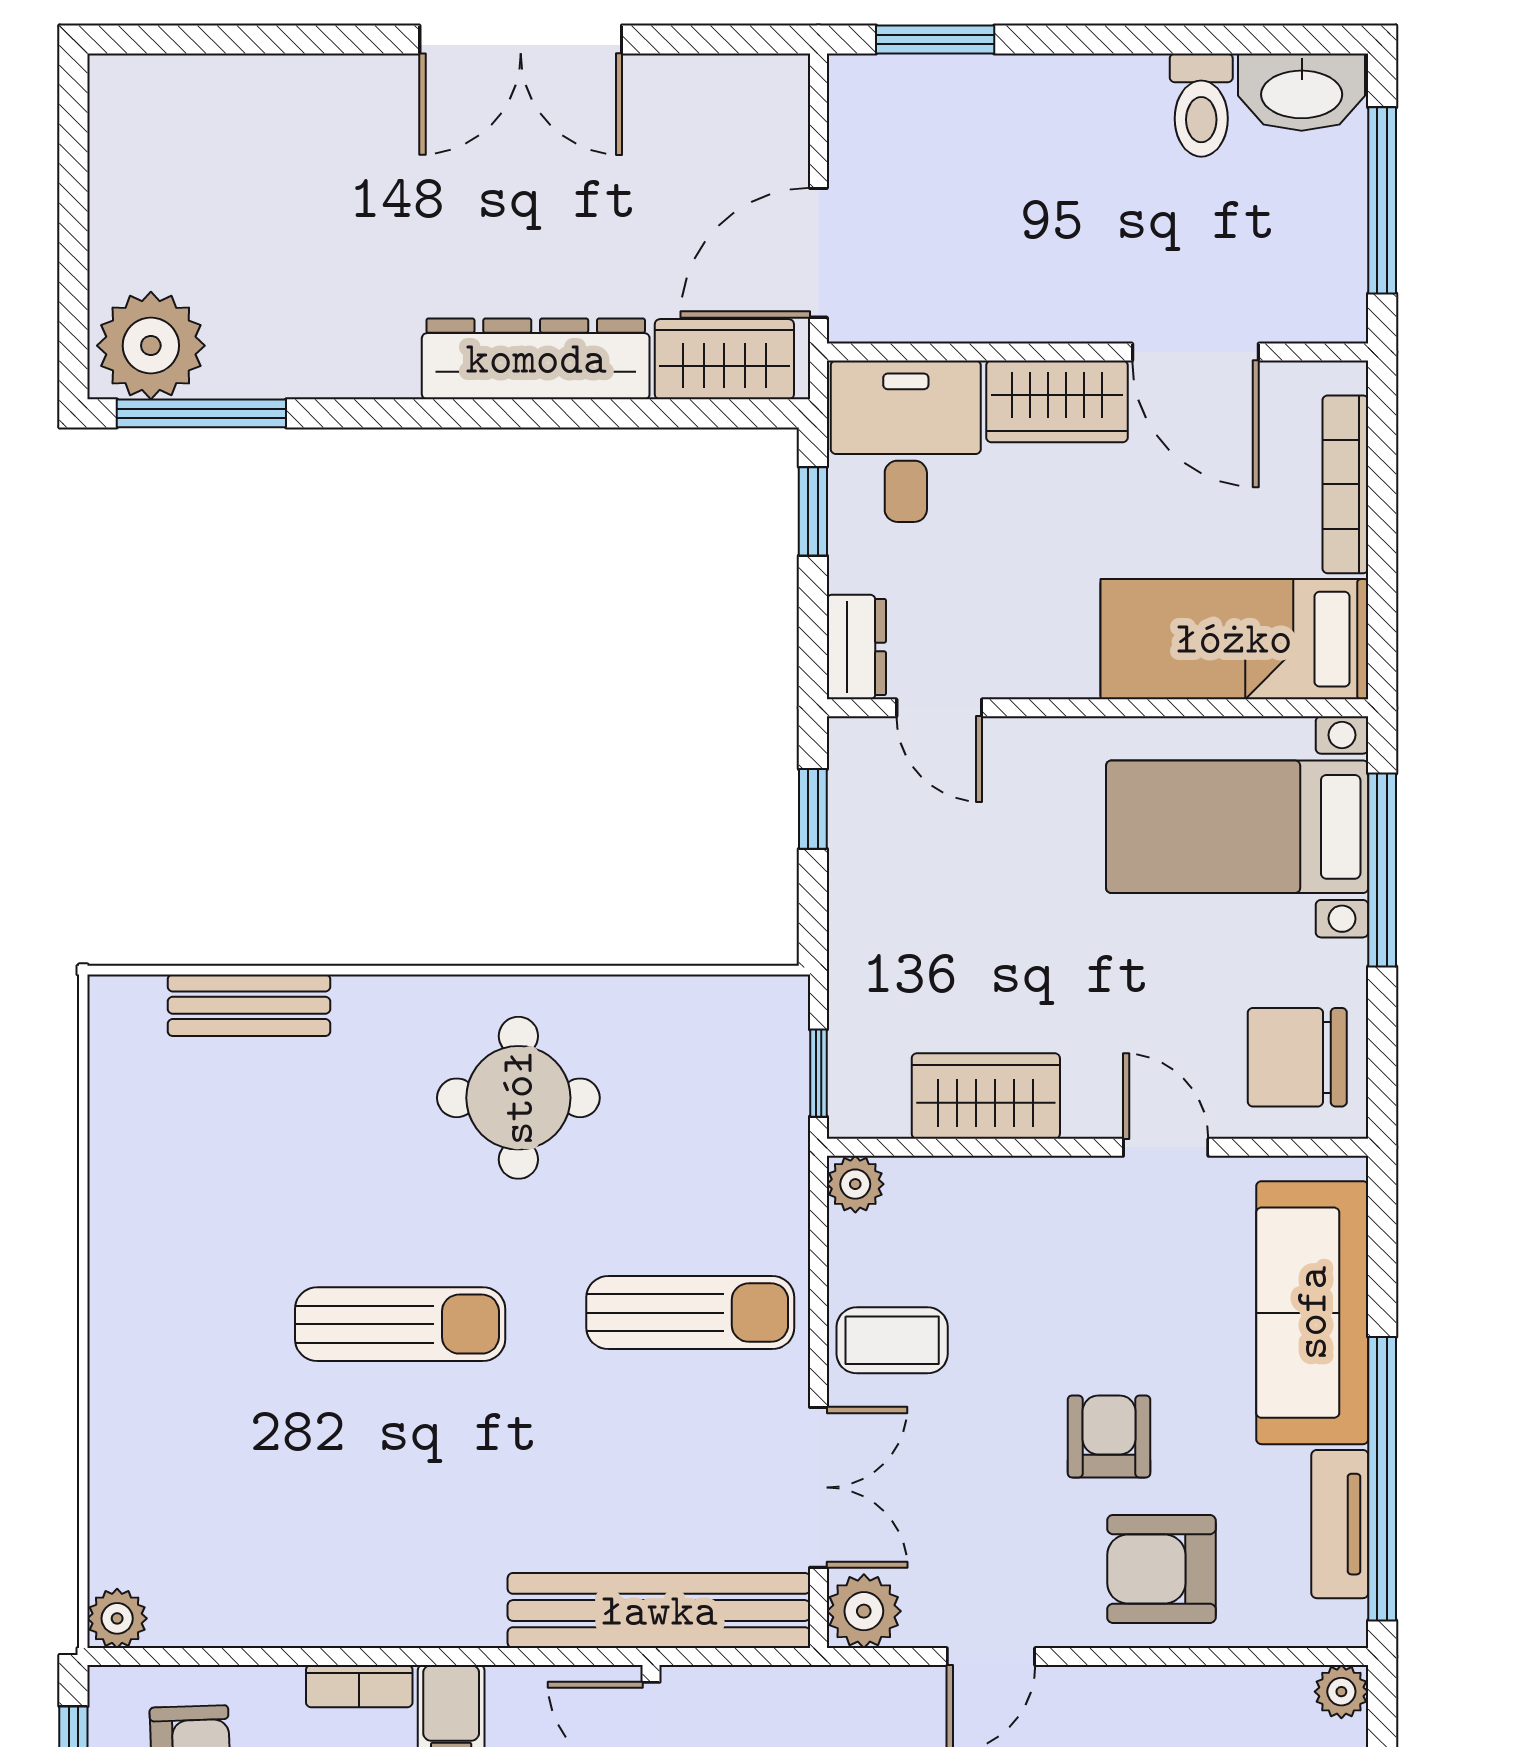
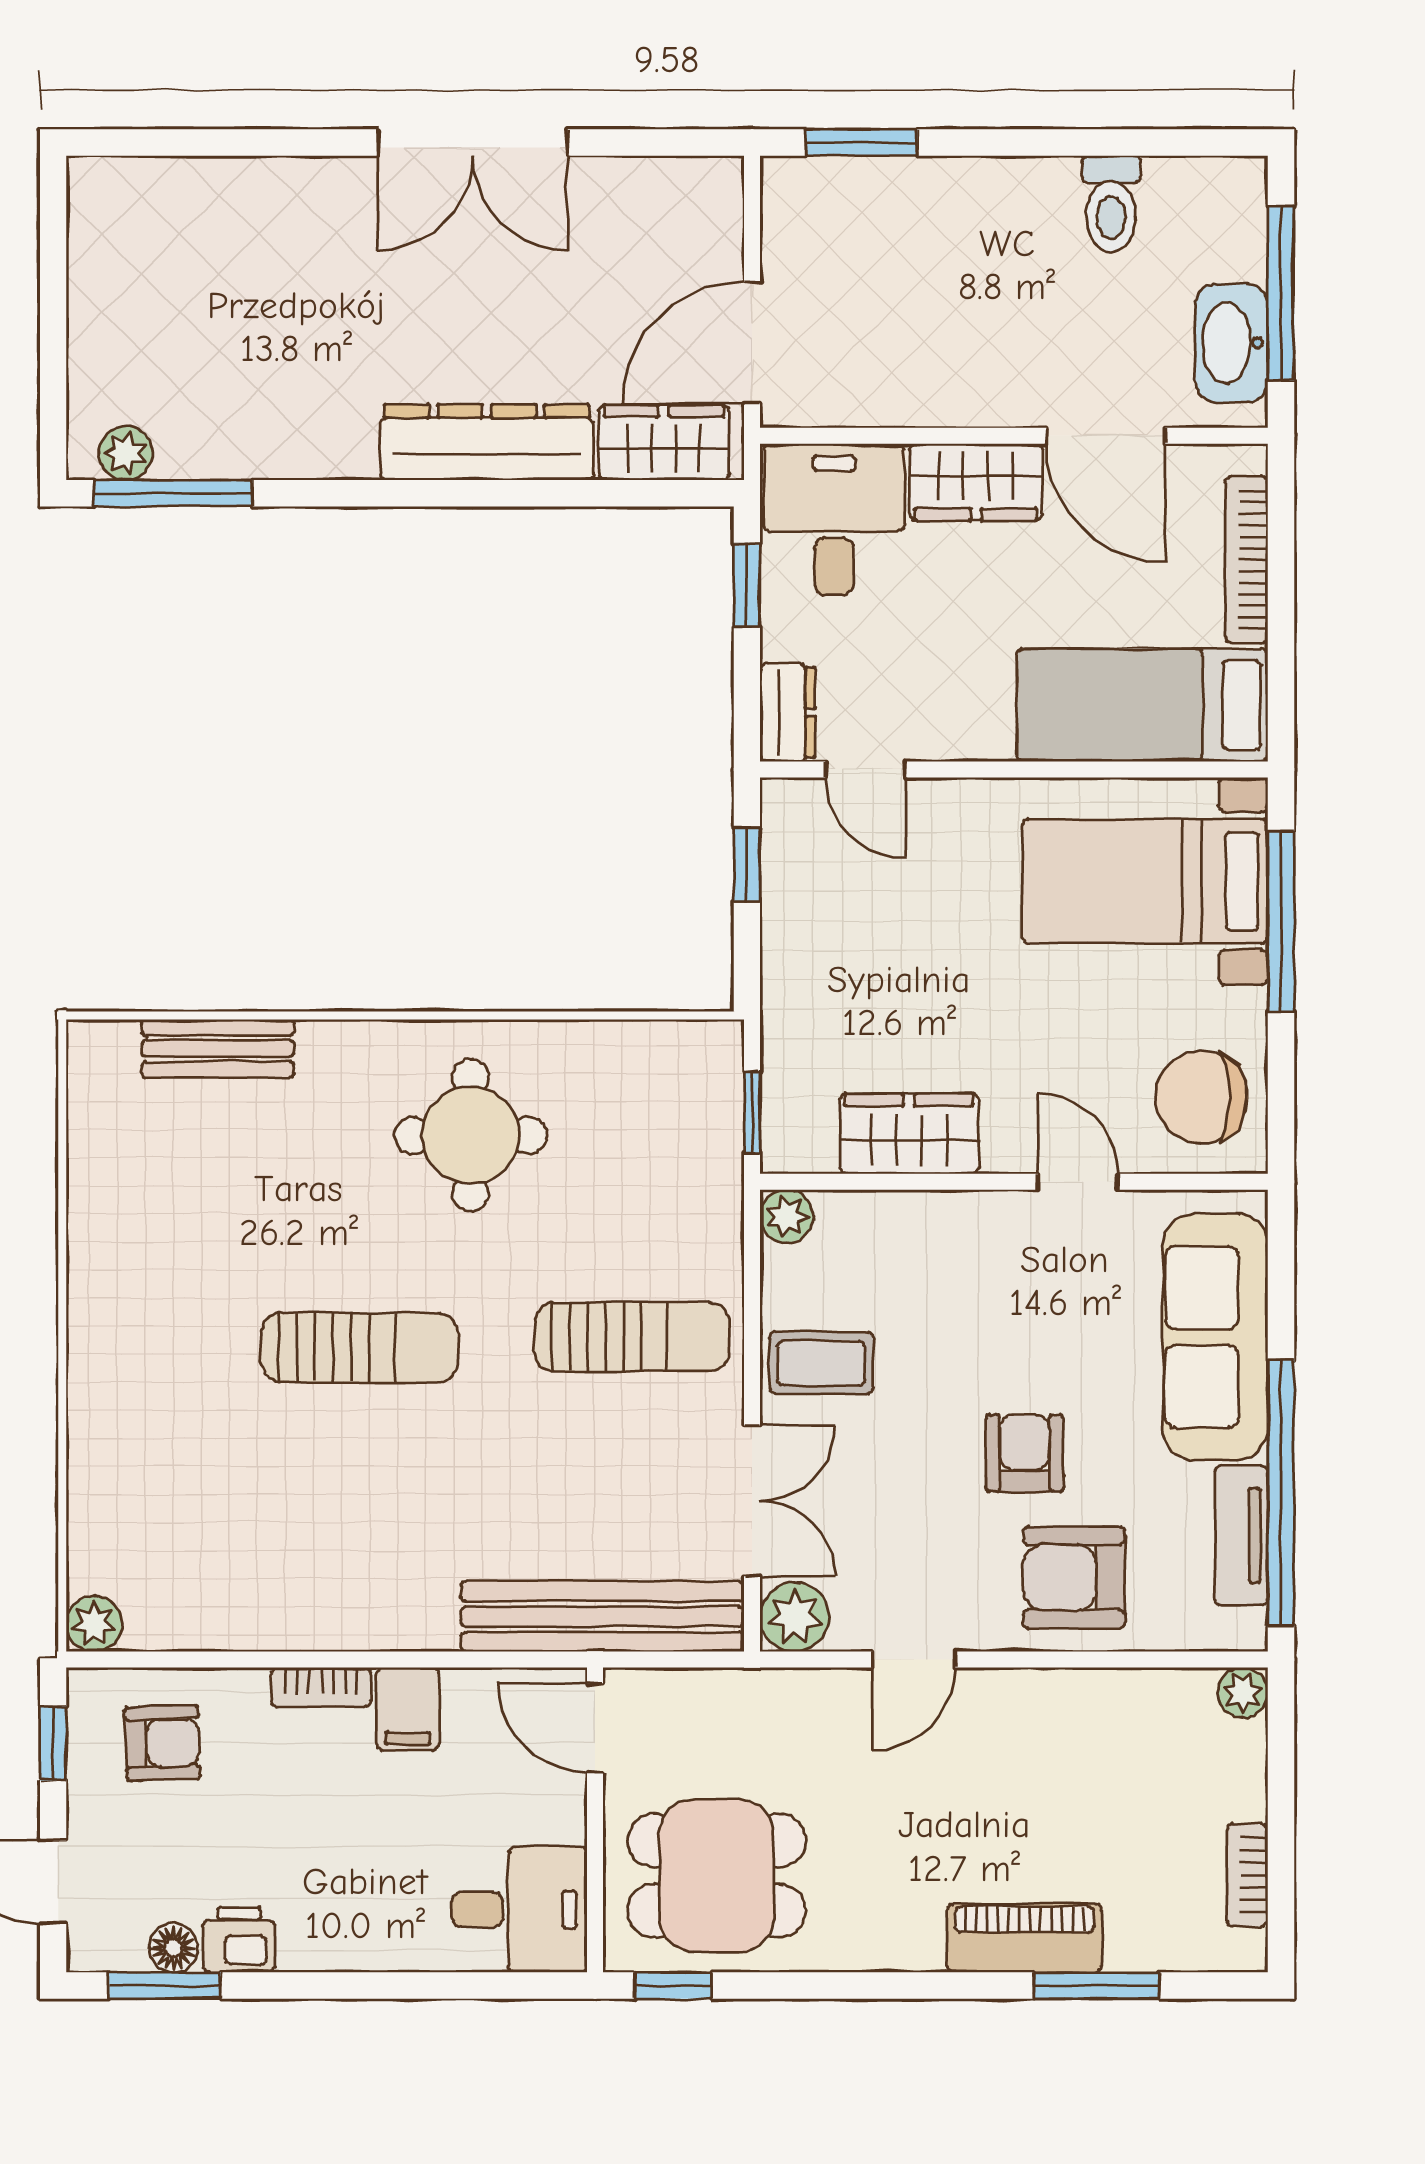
washbasin: (1302, 92) -> (1232, 343), moved, turned 90
plant: (151, 346) -> (126, 453), width x0.53, depth x0.53

